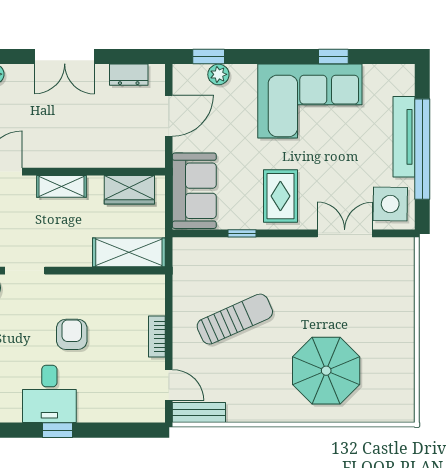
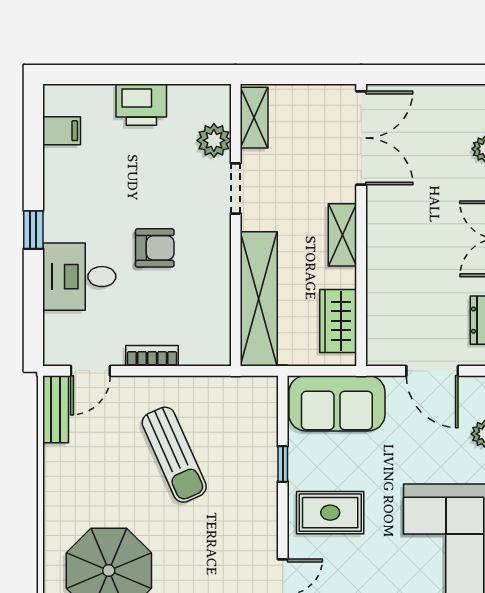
shelving: (129, 252) -> (259, 299), width x1.47
desk: (49, 394) -> (79, 277), moved

